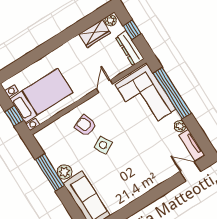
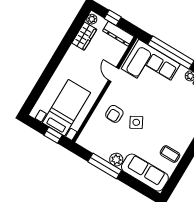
armchair: (85, 126) -> (114, 114), turned -68
coffee table: (121, 193) -> (170, 154), added

